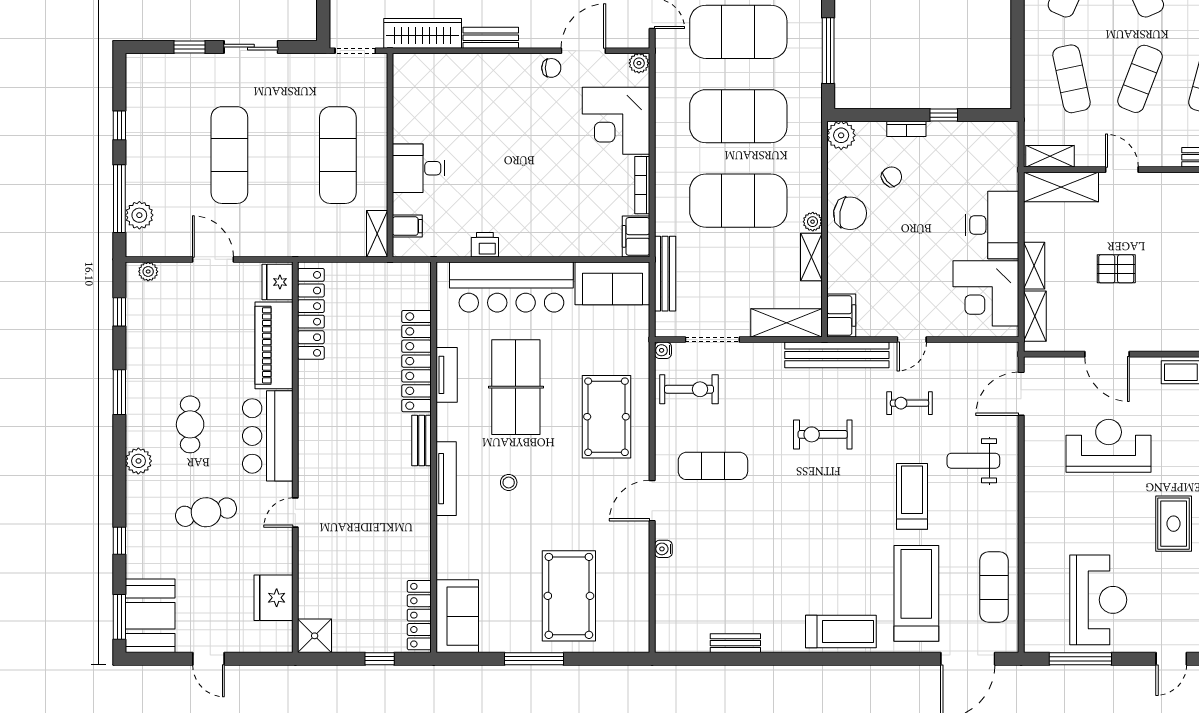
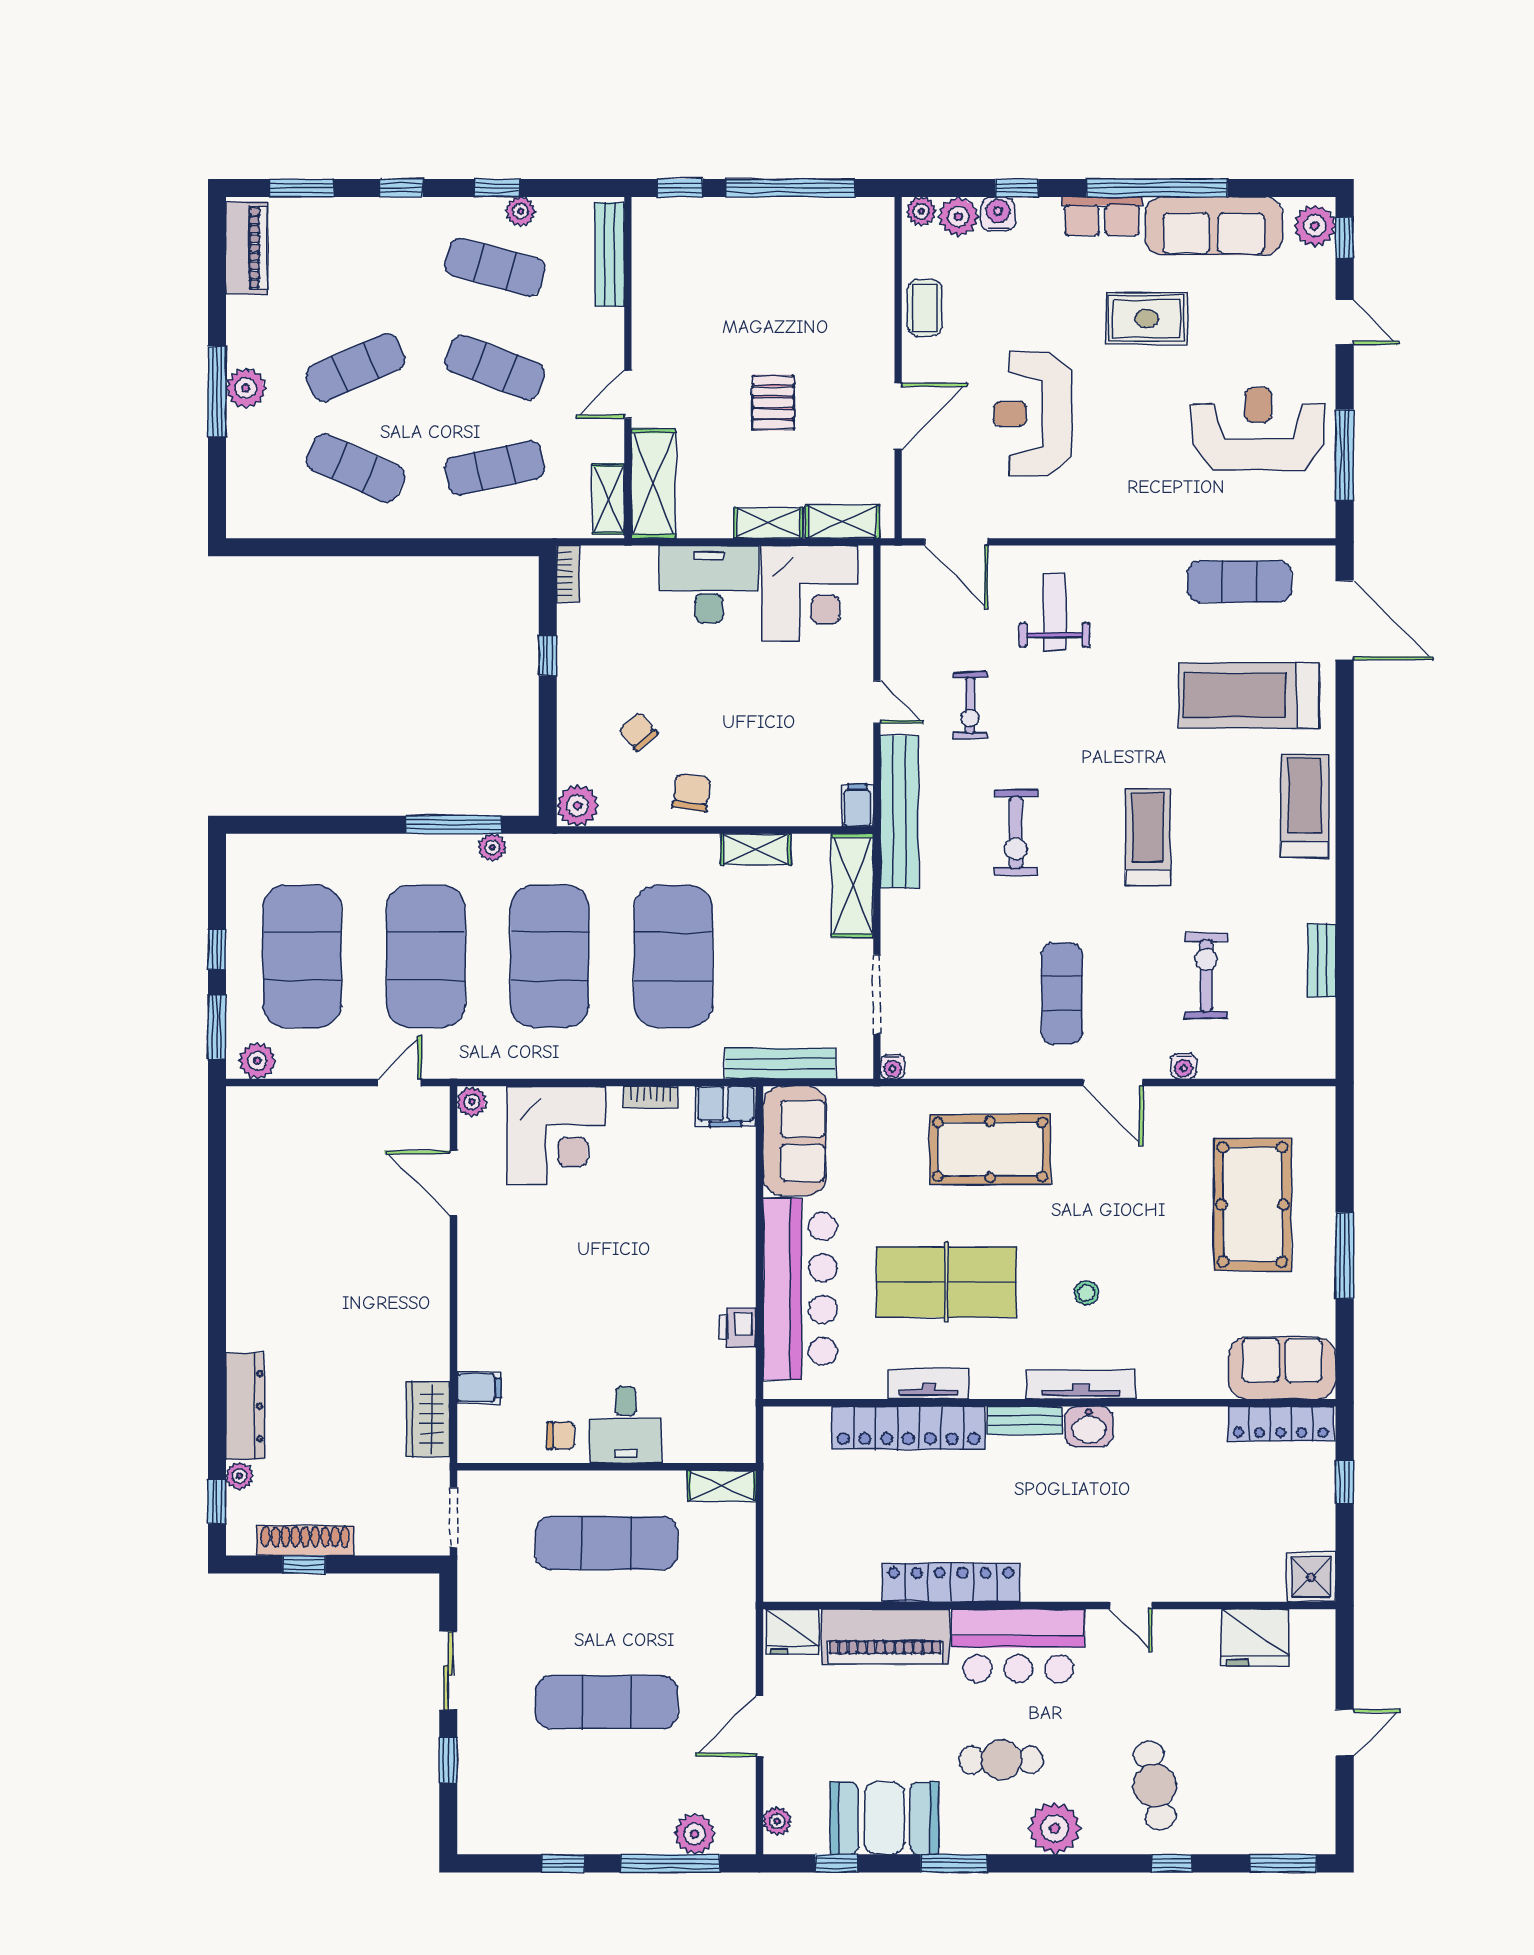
wardrobe: (423, 33) -> (428, 1419), width x0.67
bench: (491, 38) -> (435, 1319), removed
chair: (551, 68) -> (561, 1436), moved, turned 90
bookcase: (906, 129) -> (568, 574), moved
bookcase: (642, 185) -> (650, 1097), width x0.64
chair: (850, 213) -> (692, 792), width x0.73, depth x0.73
plant: (813, 222) -> (492, 847), moved
filing cabinet: (407, 226) -> (479, 1388), moved, turned 90
locker: (311, 314) -> (951, 1583), moved
filing cabinet: (841, 316) -> (857, 805), width x0.50
exercise bike: (689, 389) -> (1206, 976), moved
plant: (138, 461) -> (1055, 1828), width x1.36, depth x1.36
weight bench: (973, 461) -> (1054, 612), turned 180
washbasin: (417, 484) -> (1089, 1427), added
treadmill: (912, 496) -> (1148, 837), moved, turned 90
cafe table: (206, 512) -> (1155, 1786), moved
pool table: (569, 596) -> (1253, 1205), turned 90
booth: (150, 616) -> (884, 1818), moved

